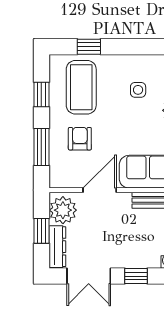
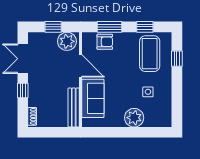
coffee table: (81, 87) -> (150, 54), turned 90
armchair: (80, 139) -> (105, 42), moved
dresser: (57, 247) -> (42, 38), removed

